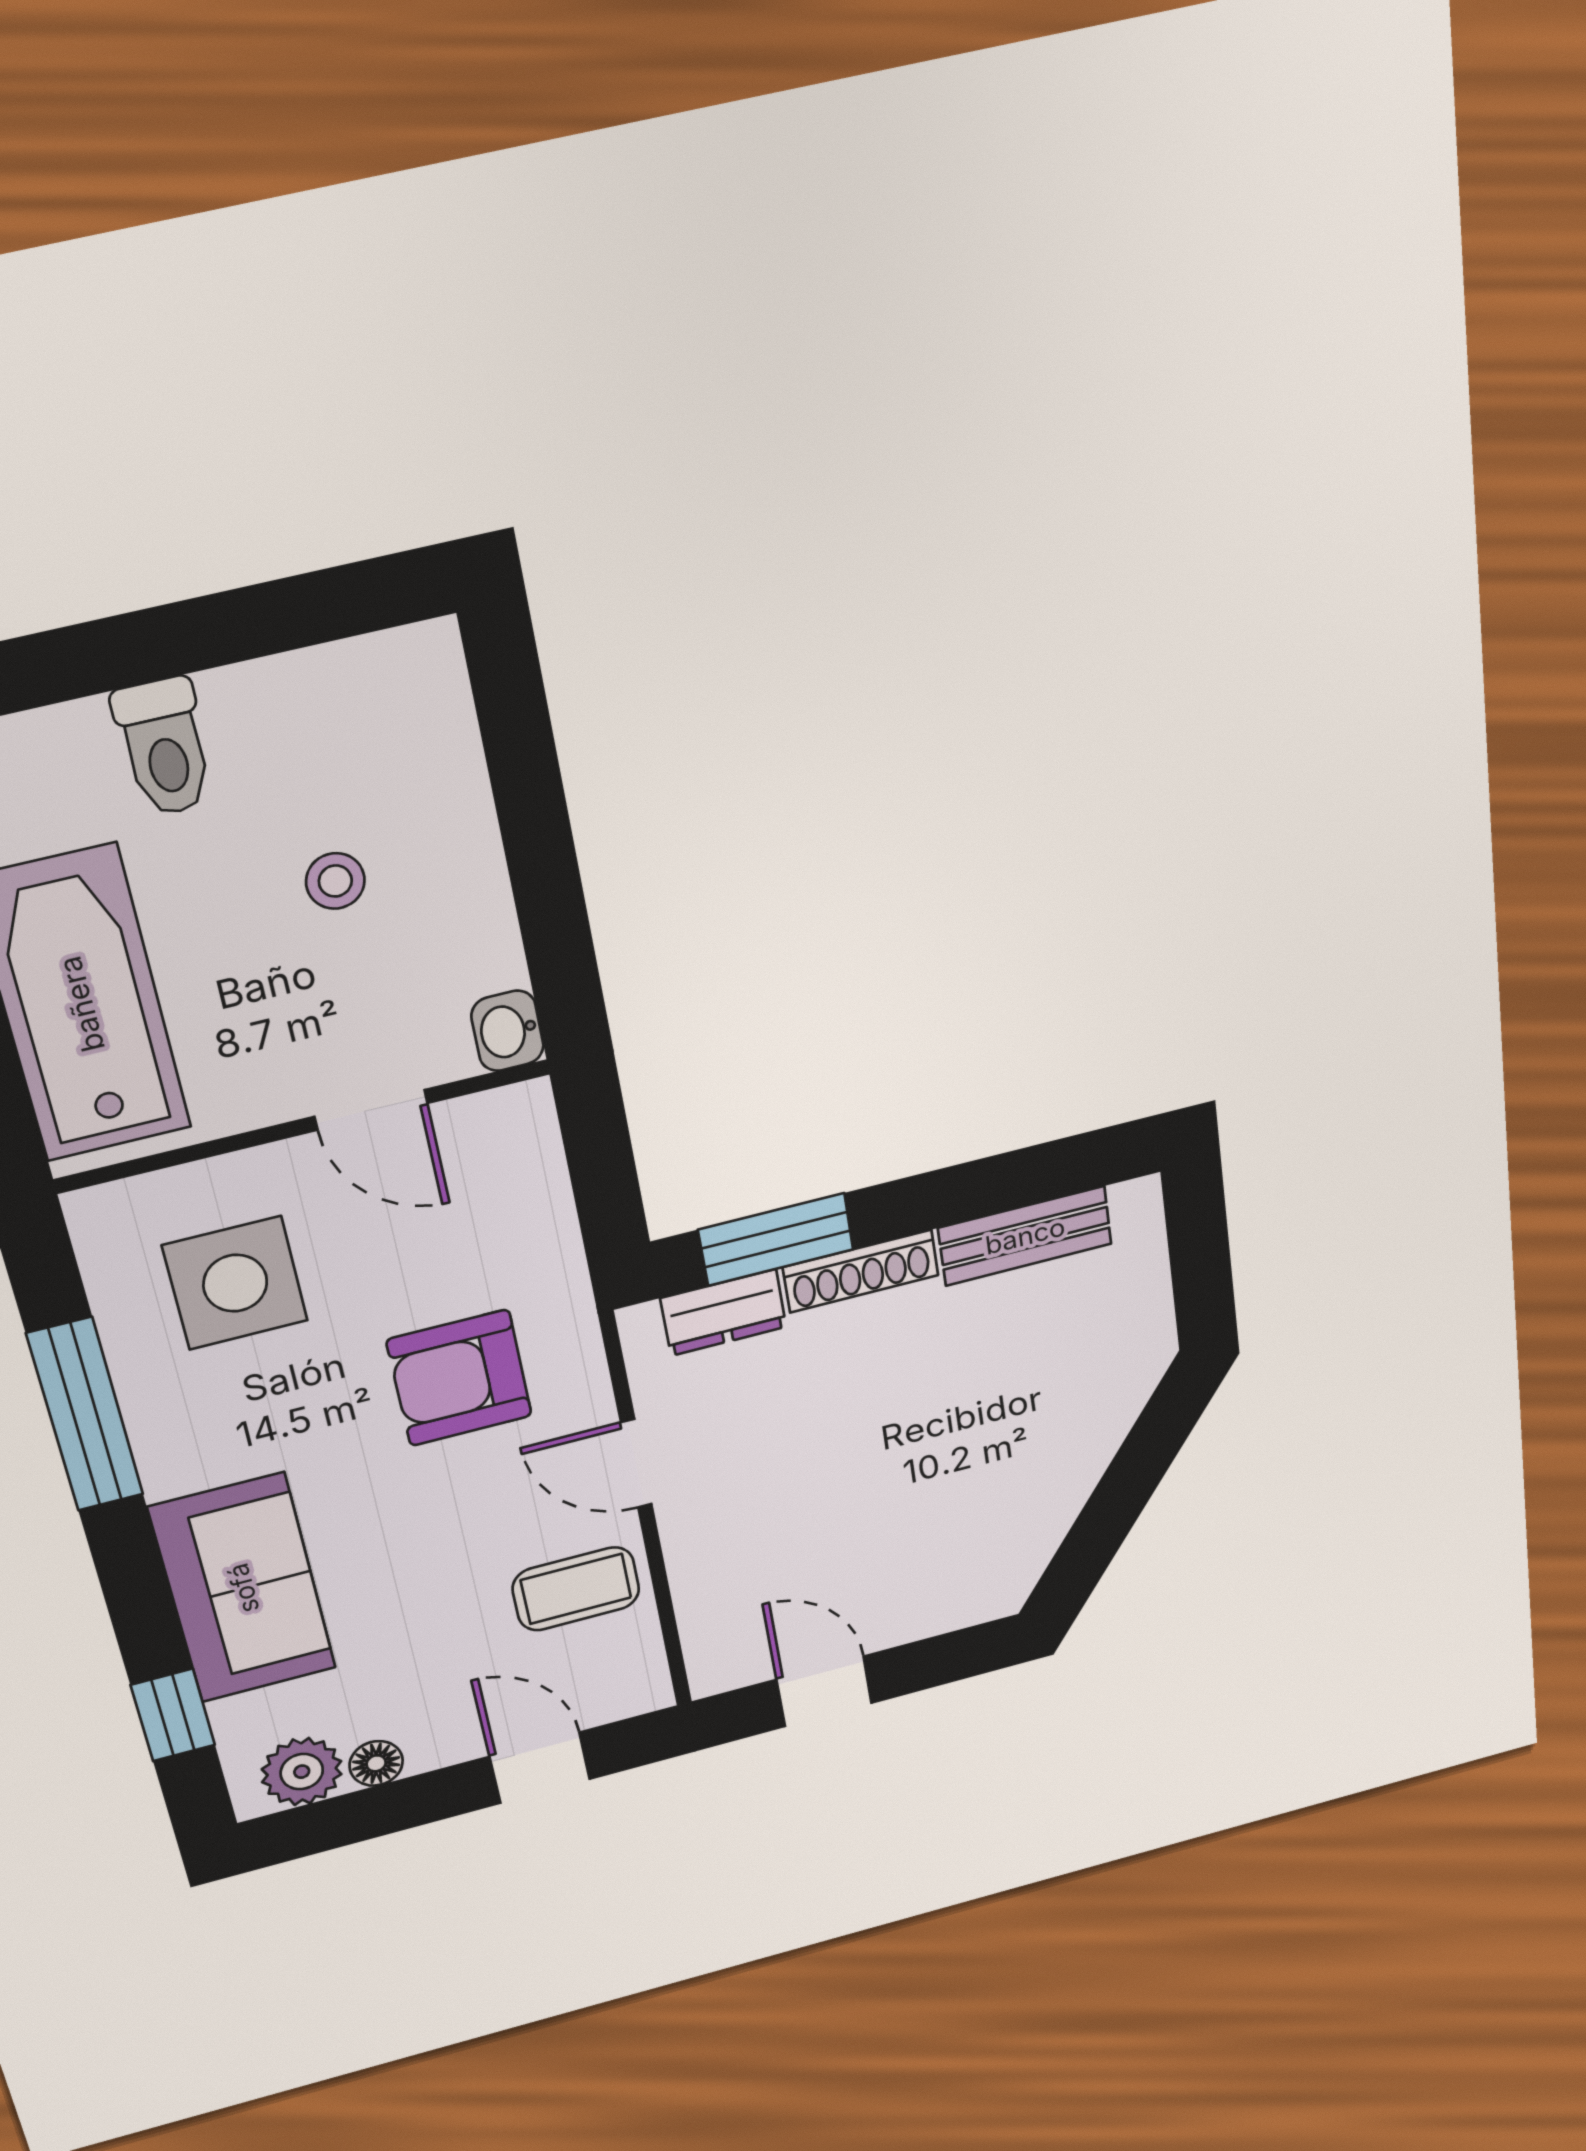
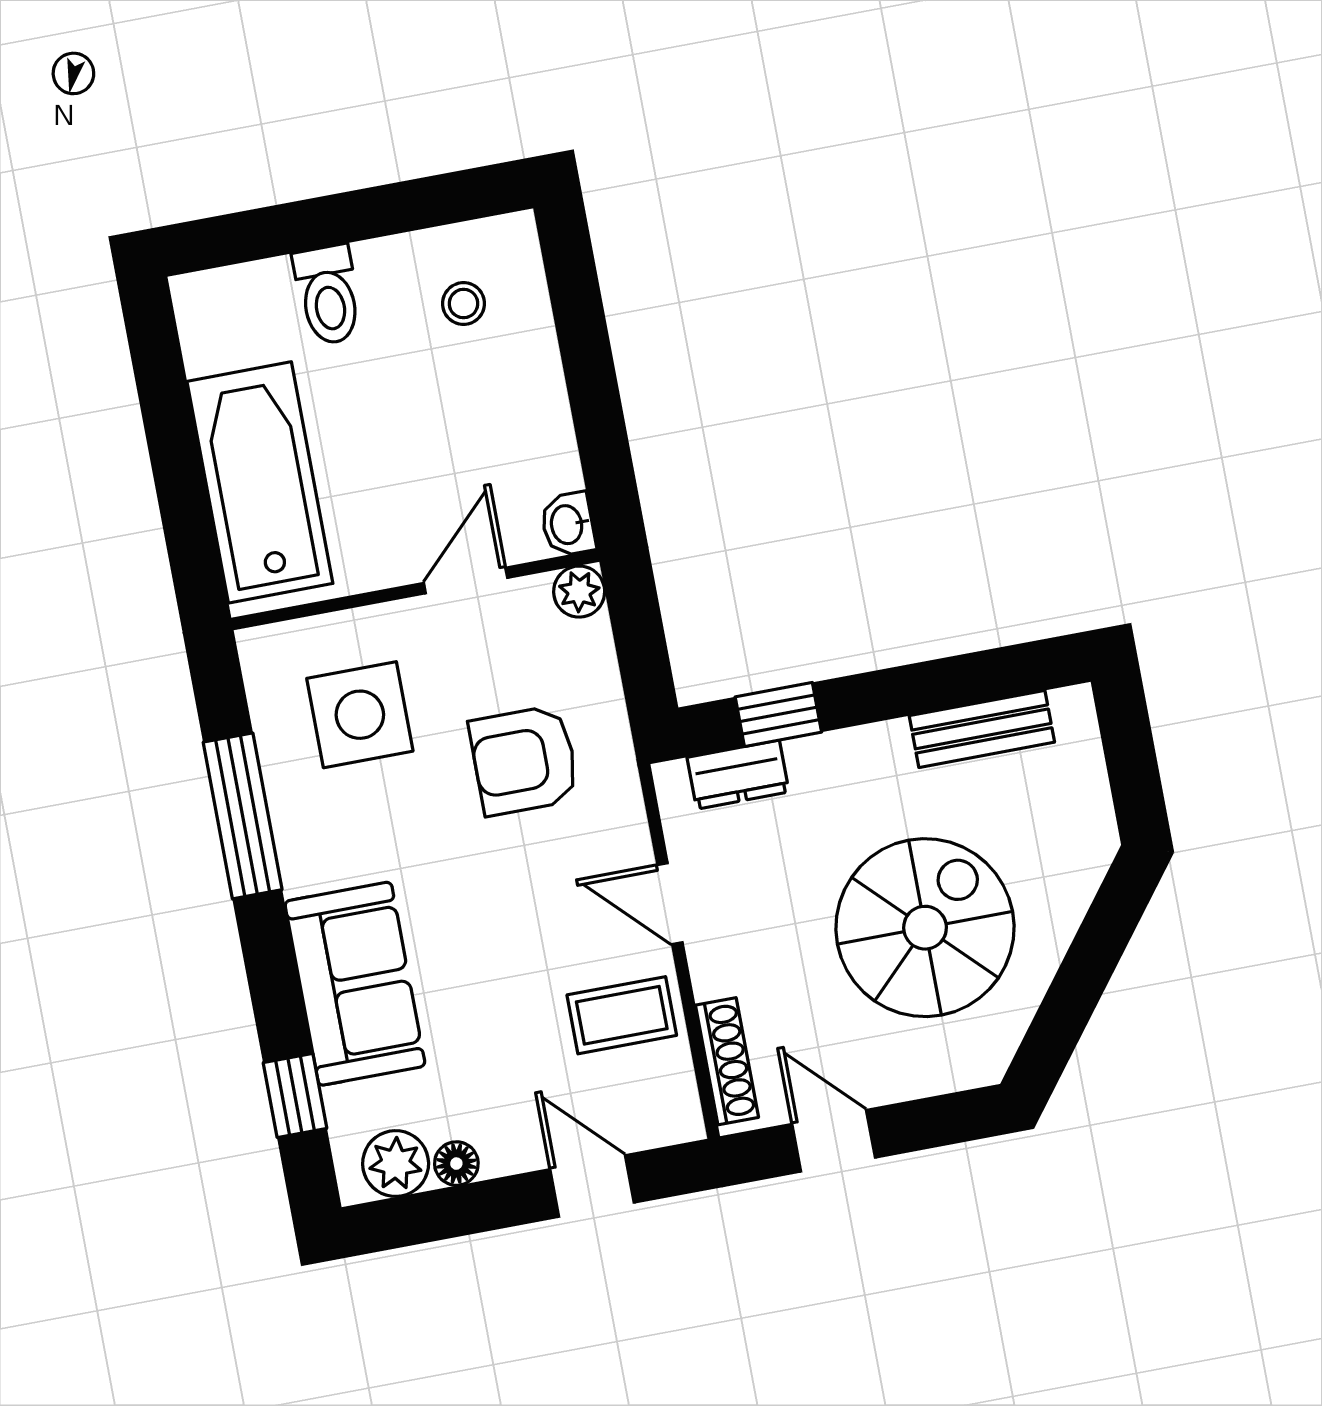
stool: (335, 881) -> (464, 304), moved
door: (371, 1110) -> (466, 580), swing flipped
plant: (523, 1113) -> (579, 592), added
window: (776, 1240) -> (778, 714), width x0.67
shoe rack: (861, 1271) -> (727, 1061), moved, turned -90
armchair: (459, 1378) -> (524, 760), moved
spiral stairs: (943, 1460) -> (925, 928), added

